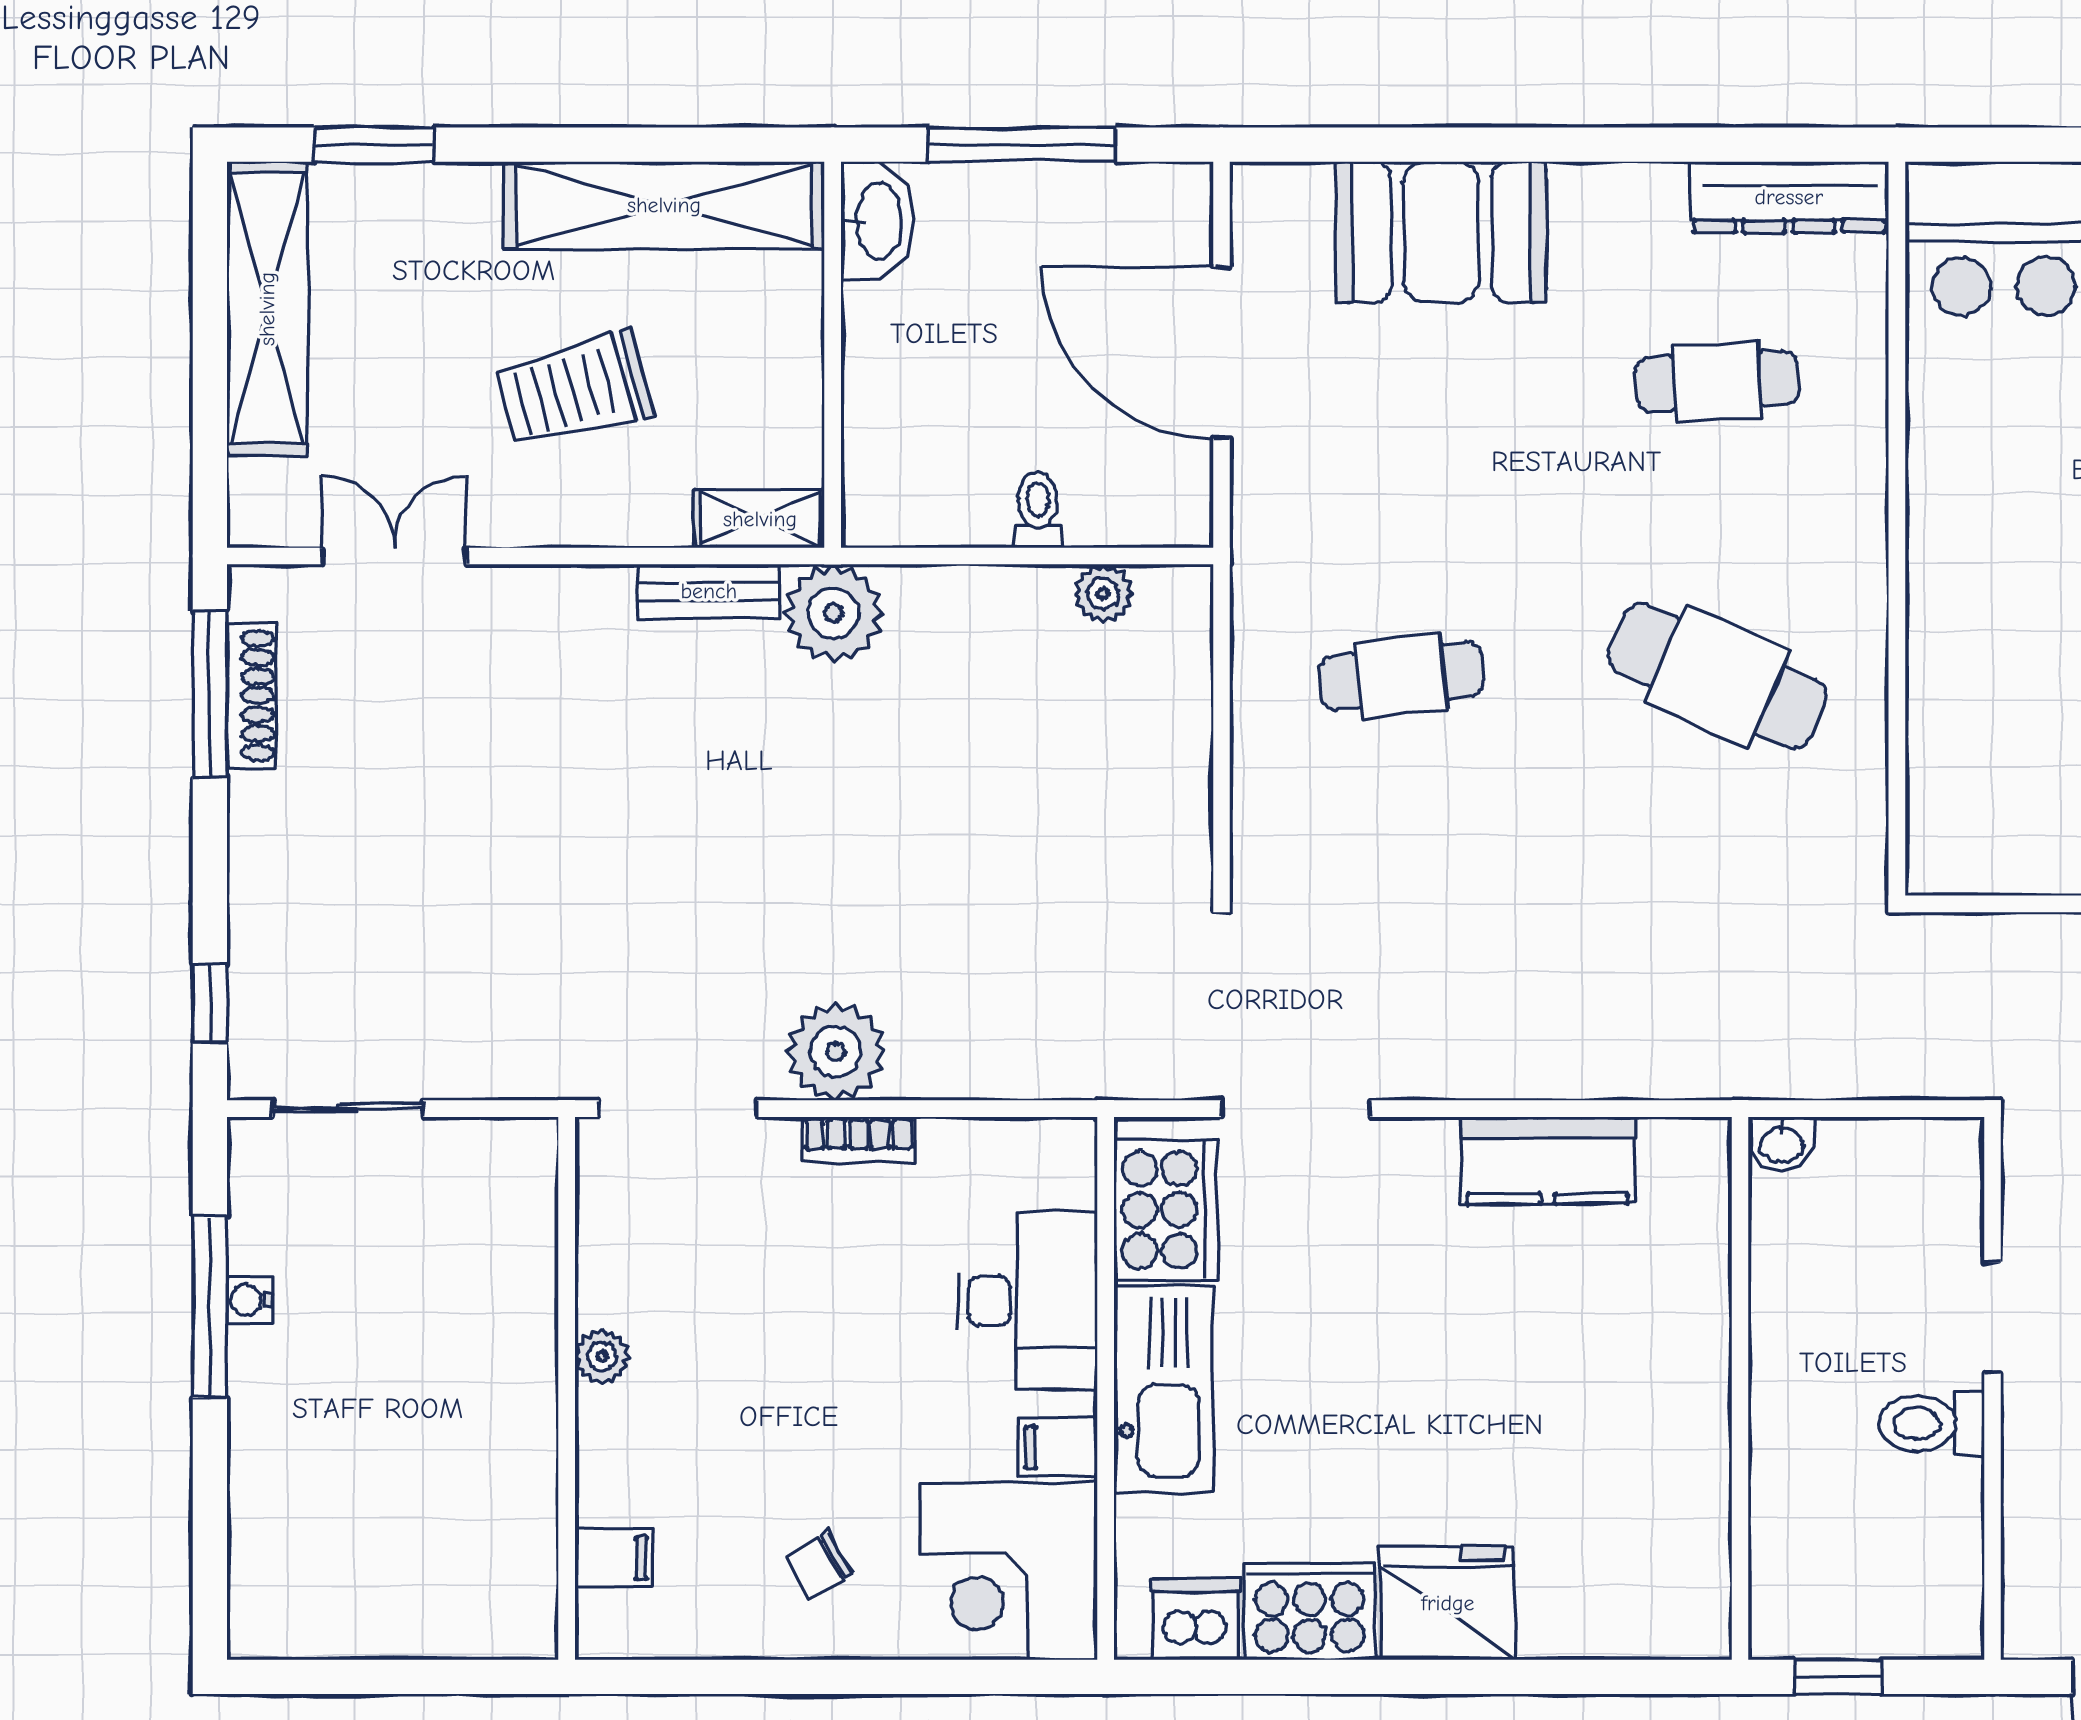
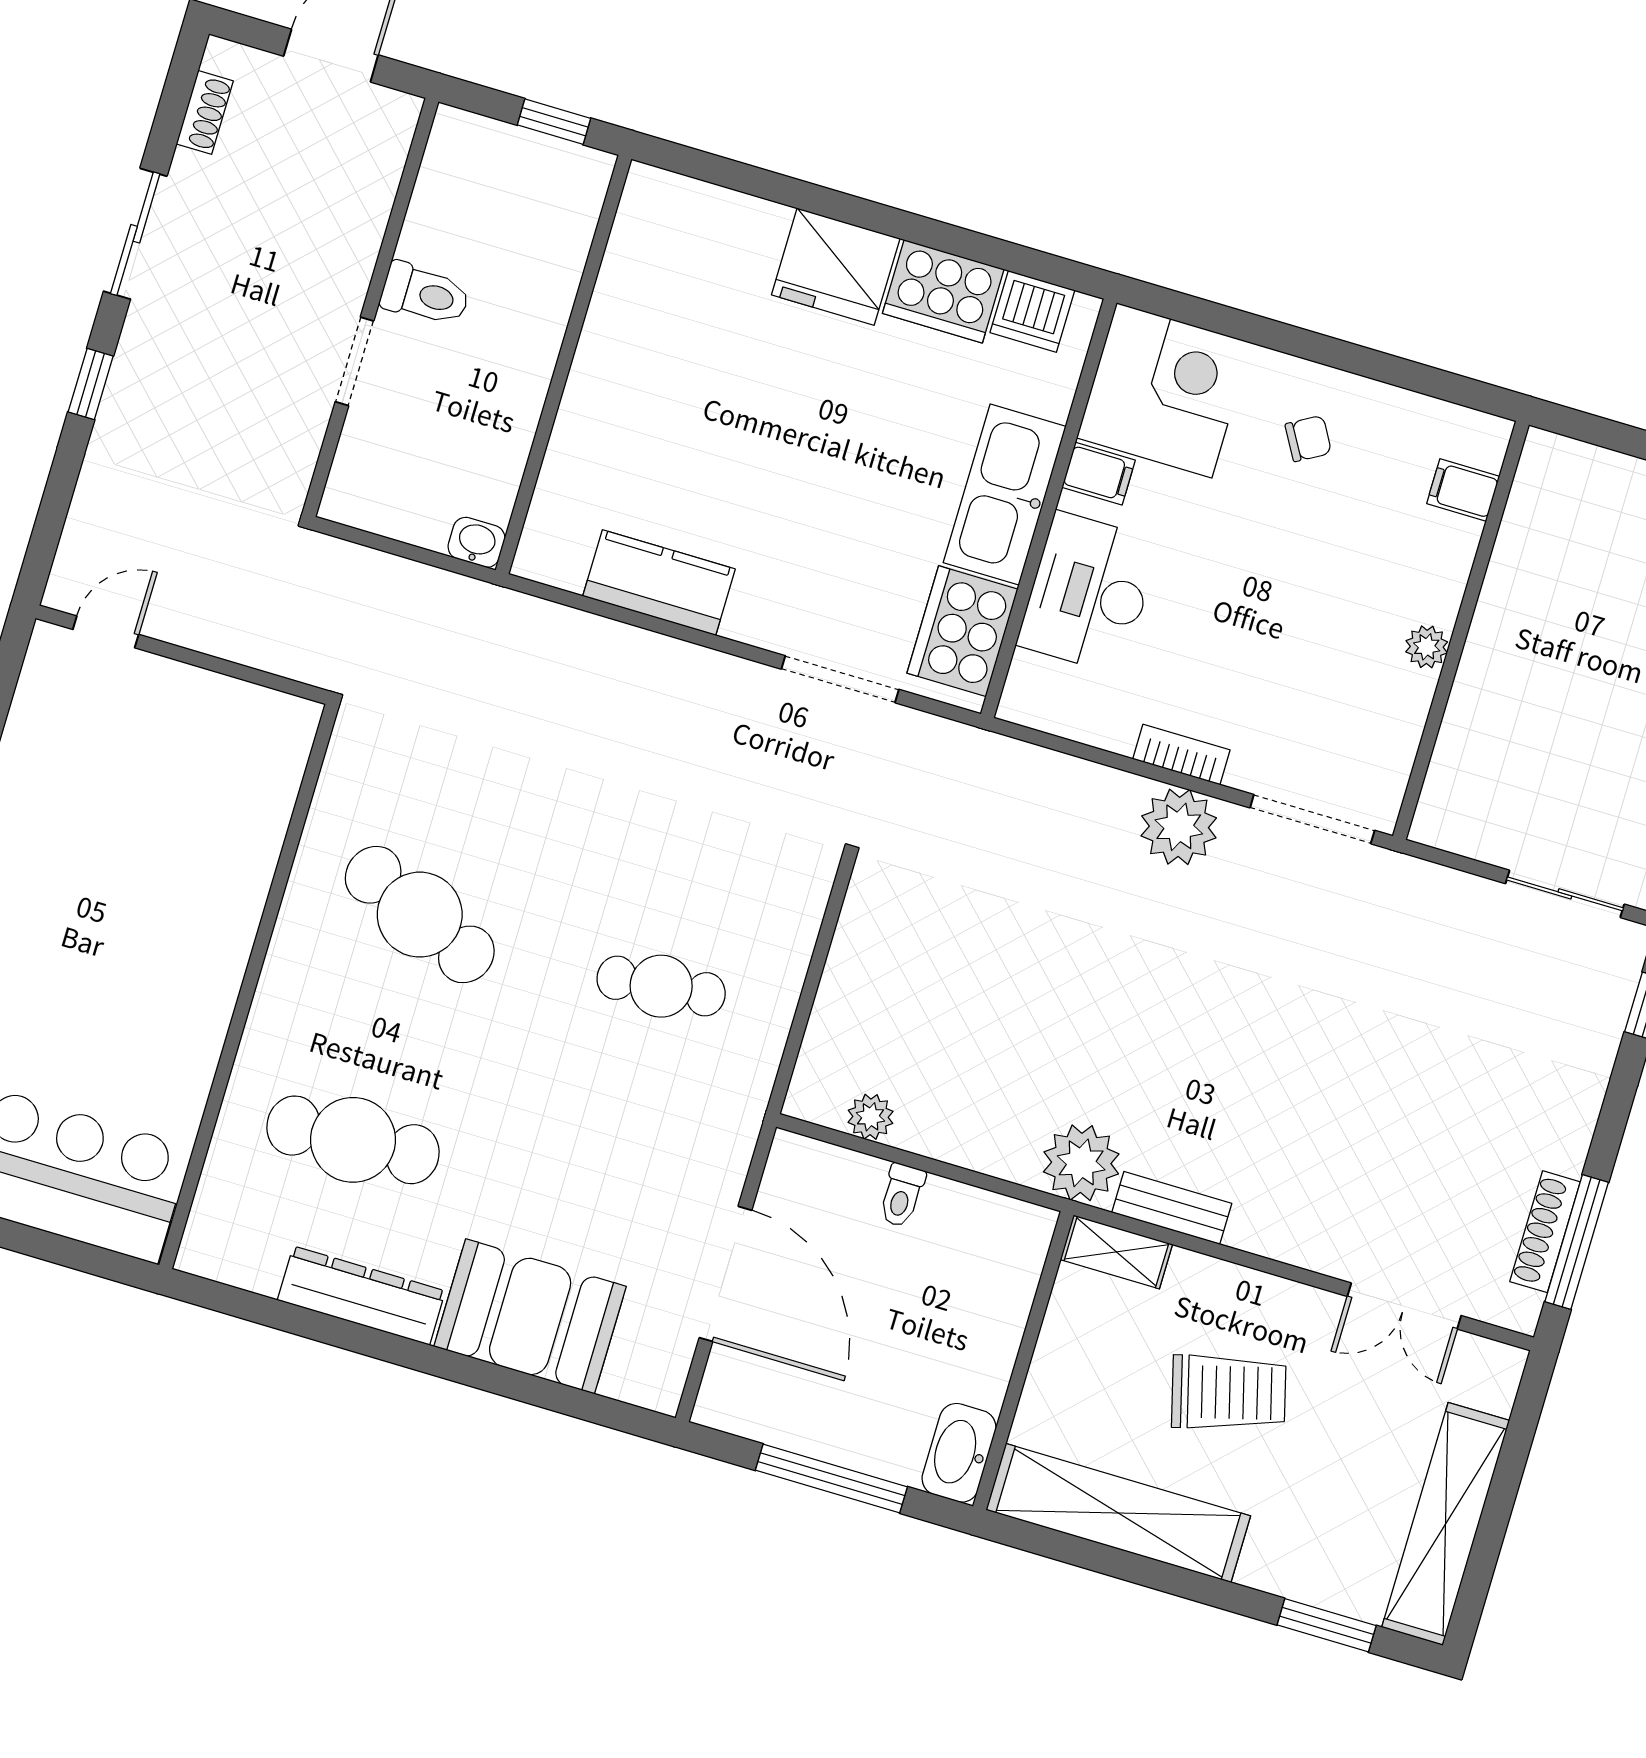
dresser: (1789, 197) -> (361, 1296), moved
cafe table: (1717, 381) -> (353, 1140), width x1.37, depth x1.35

